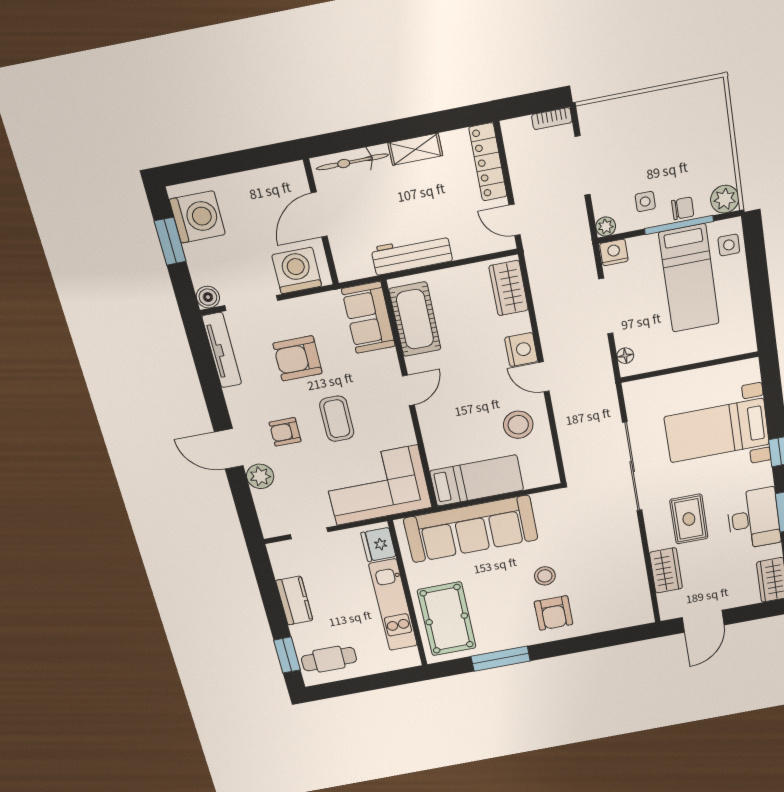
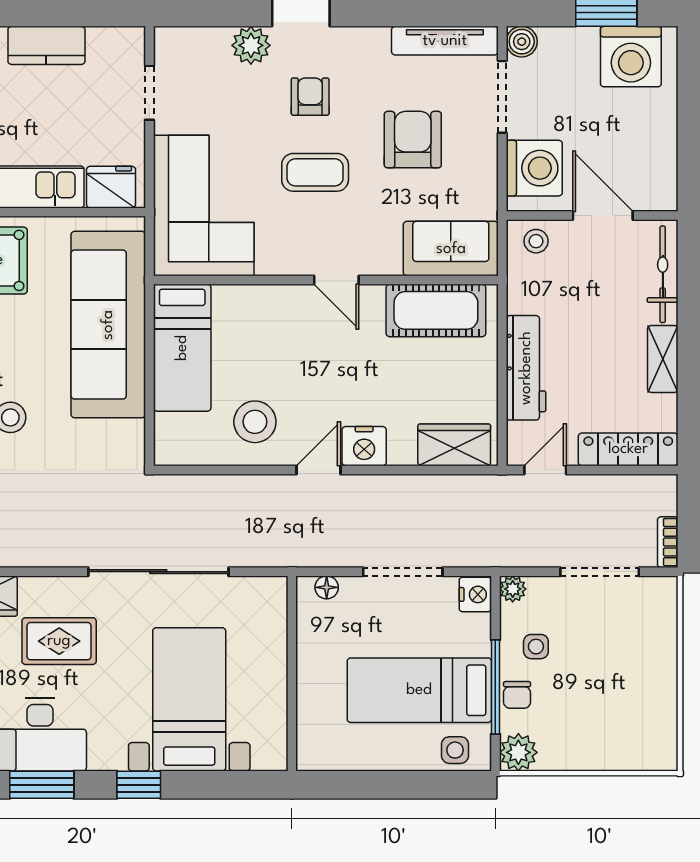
workbench: (412, 254) -> (526, 368), moved
stool: (349, 259) -> (536, 241), added

